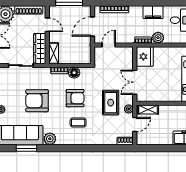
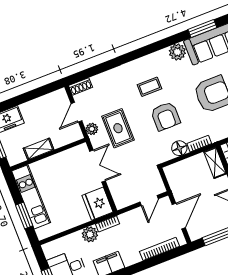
armchair: (75, 98) -> (165, 116), turned -90
shelving: (148, 110) -> (39, 149), moved

